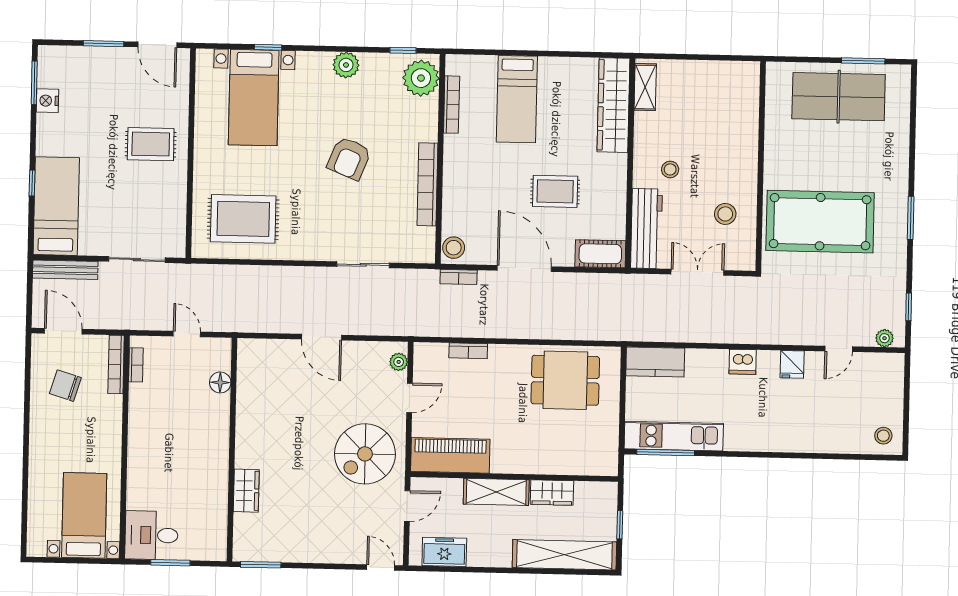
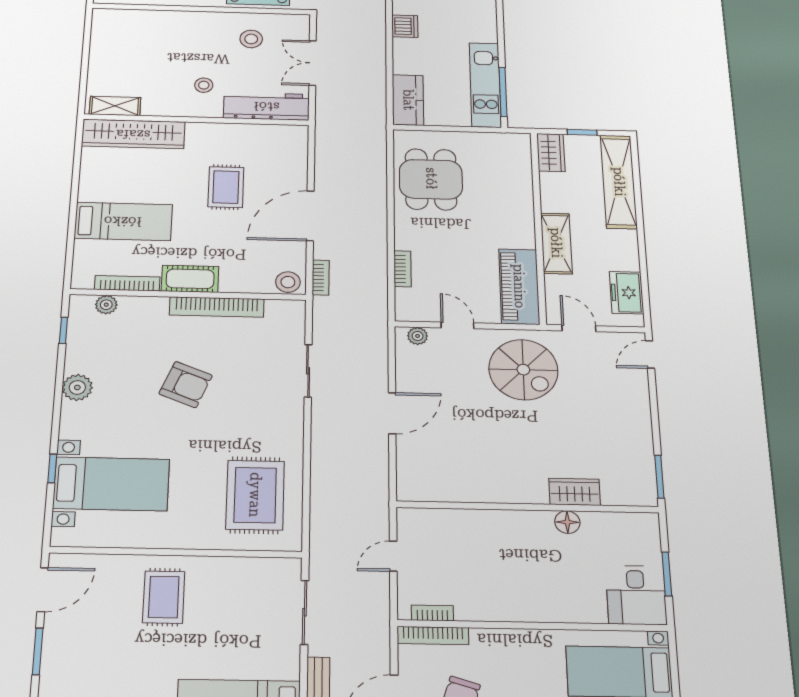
plant: (421, 78) -> (106, 305), width x0.53, depth x0.53
cot: (600, 254) -> (190, 279), moved, turned 90
floor lamp: (220, 382) -> (567, 522), moved
wardrobe: (552, 493) -> (551, 153), moved

